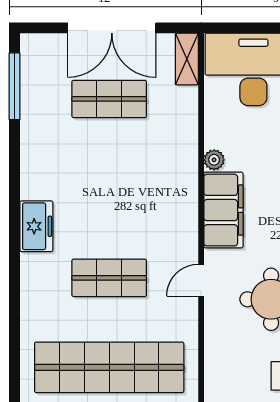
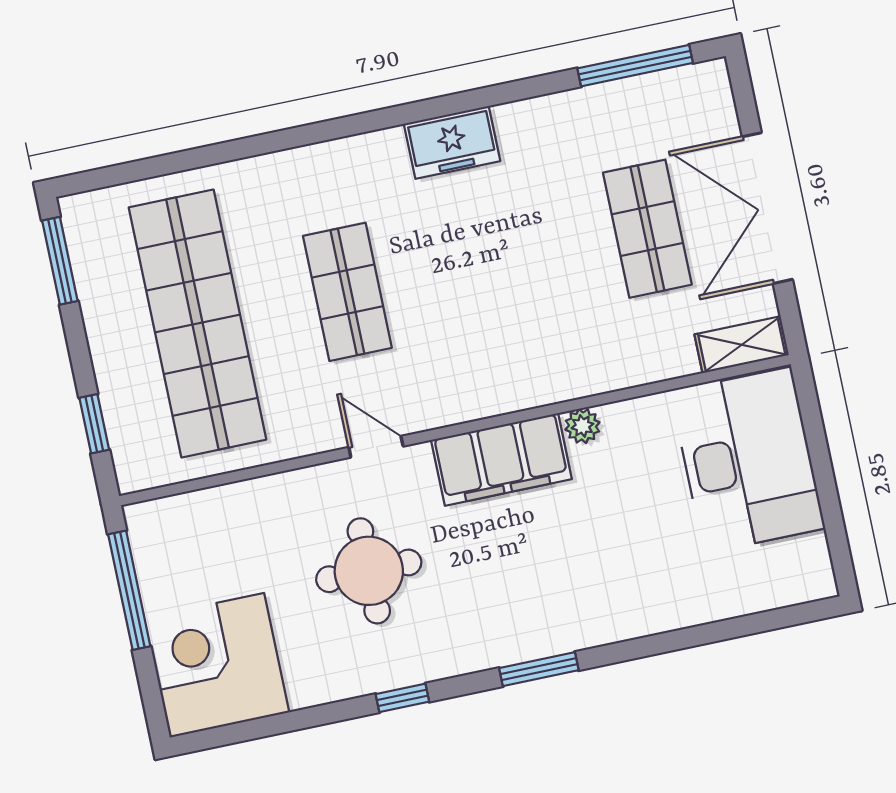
freezer: (36, 226) -> (452, 142), moved

